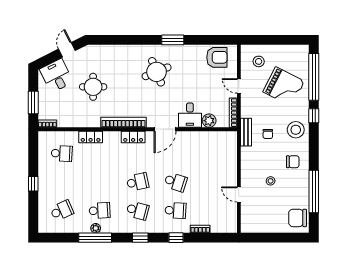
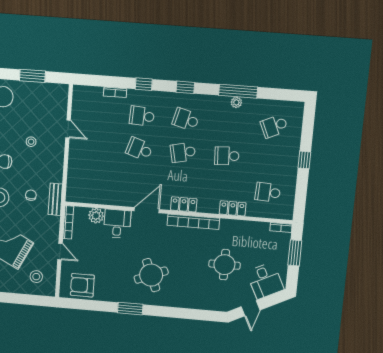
school desk: (100, 210) -> (227, 156), moved
window: (273, 238) -> (32, 76), added

